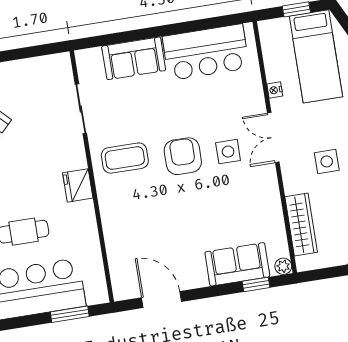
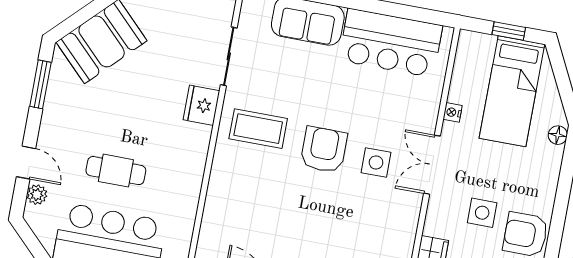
fridge: (78, 185) -> (201, 105), moved

